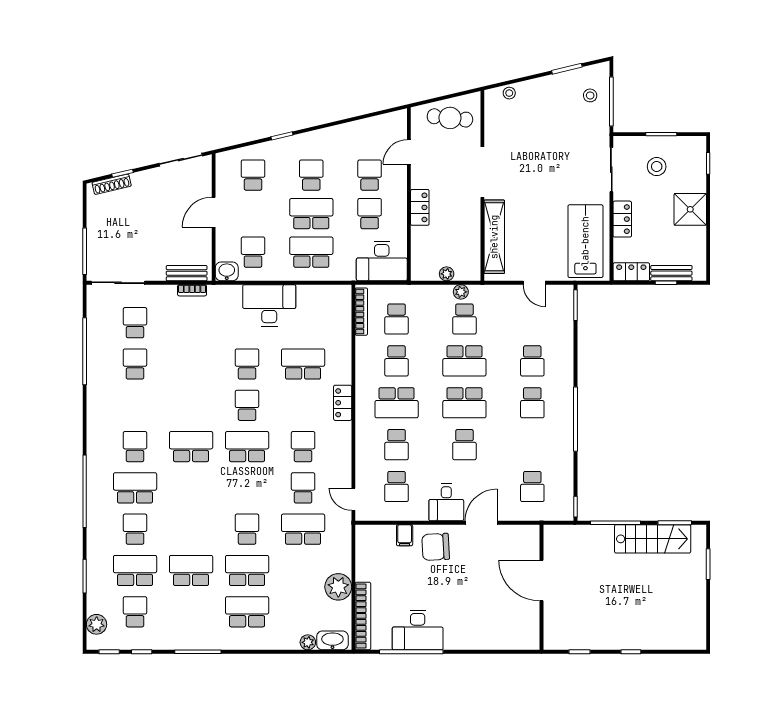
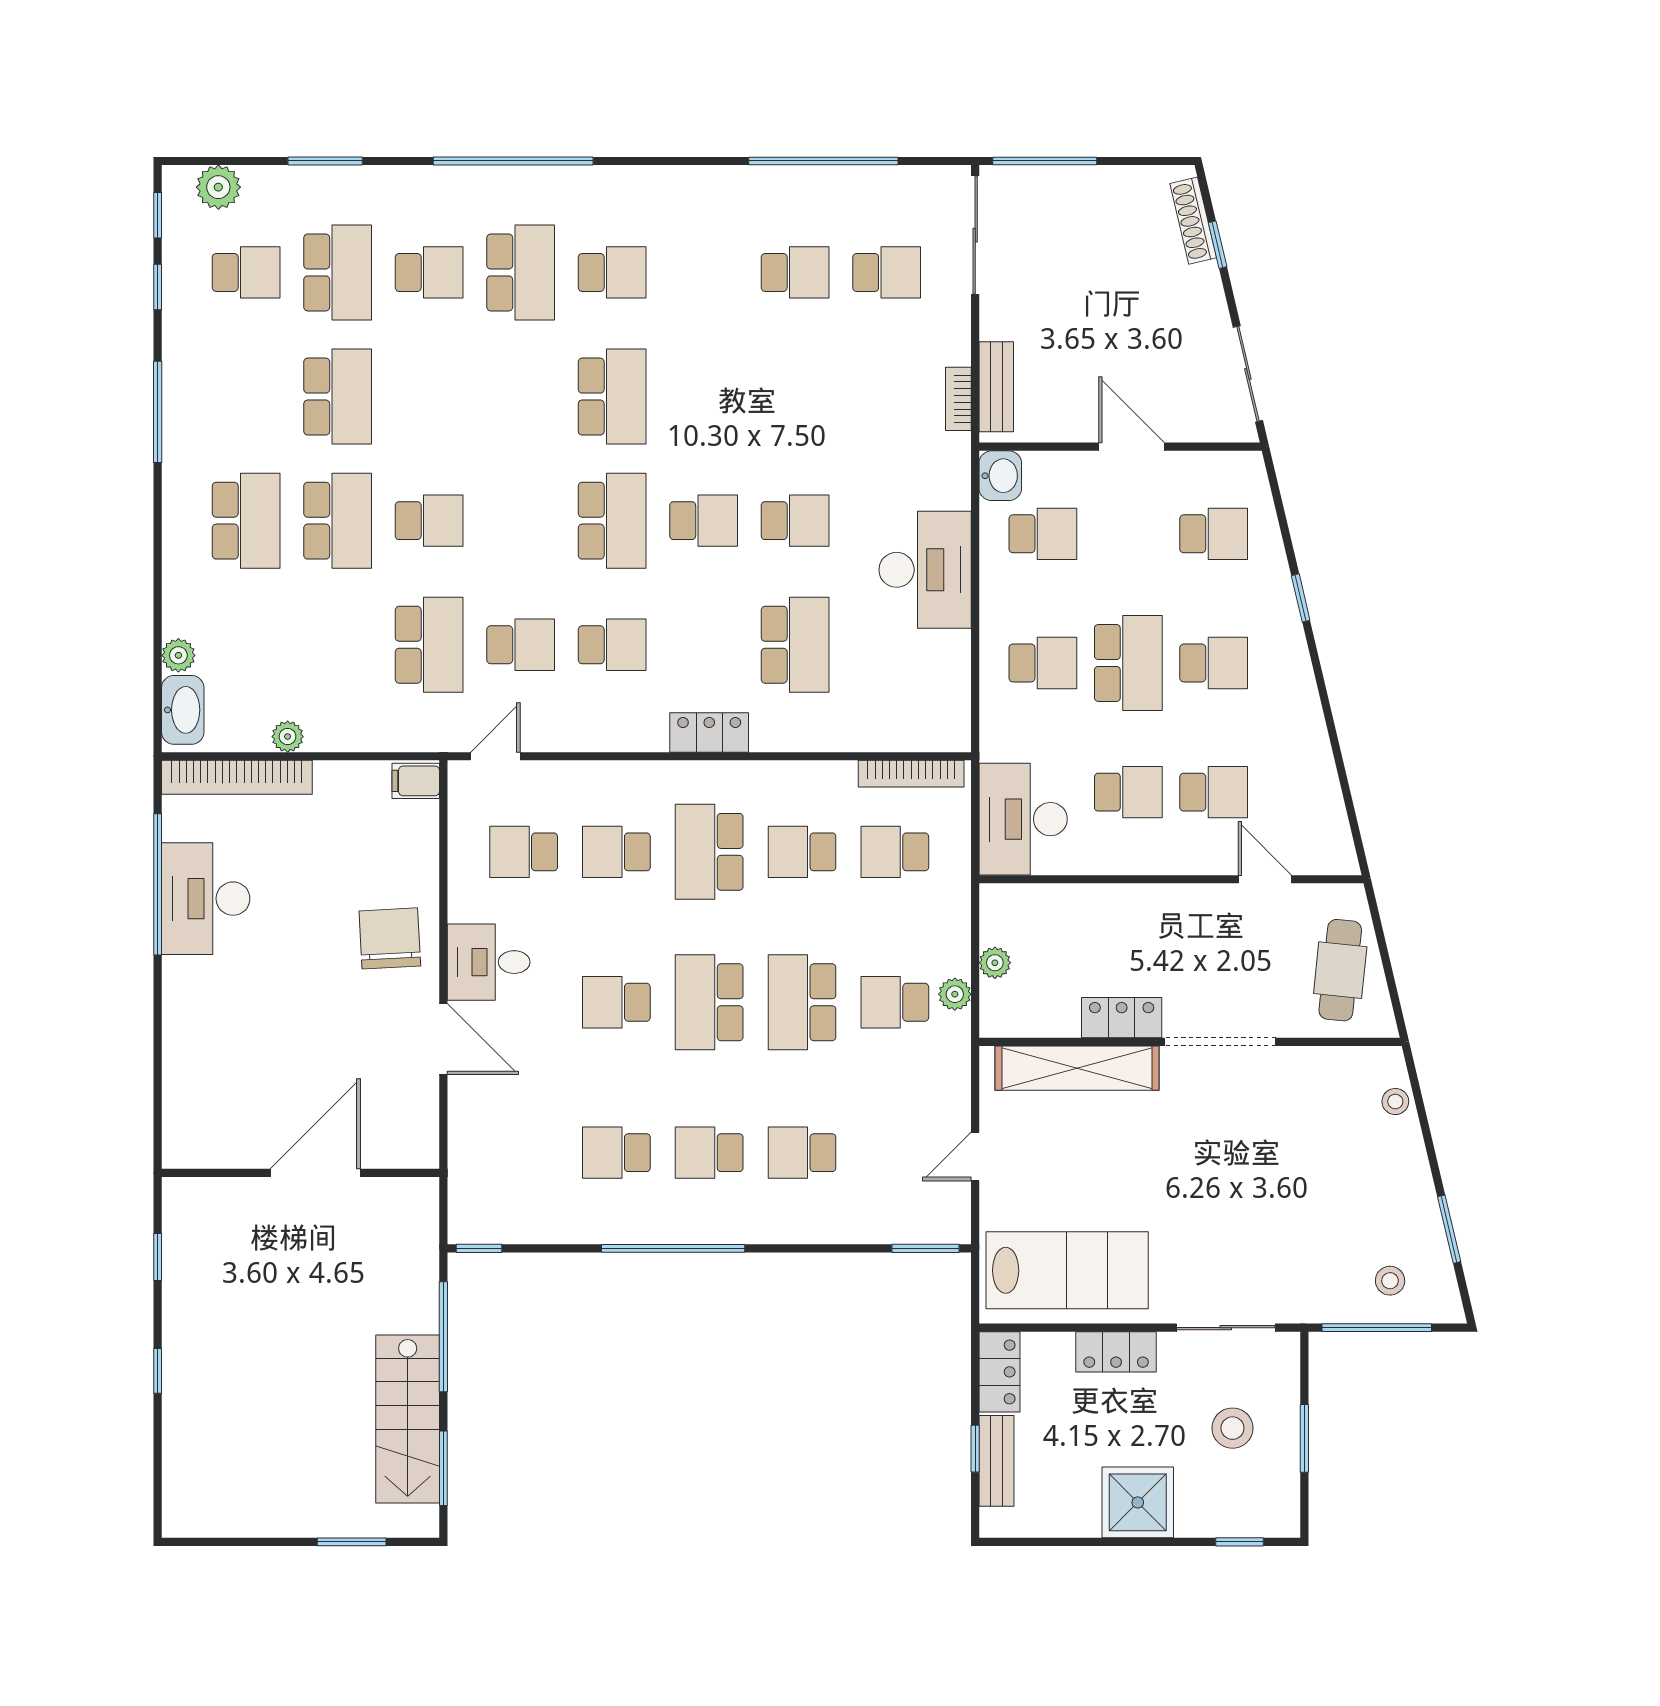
locker: (420, 207) -> (1122, 1018), moved, turned 180
school desk: (311, 252) -> (1043, 663), width x0.54
school desk: (532, 487) -> (616, 1153), moved
filing cabinet: (405, 535) -> (416, 781), moved
plant: (338, 587) -> (288, 737), width x0.53, depth x0.53

